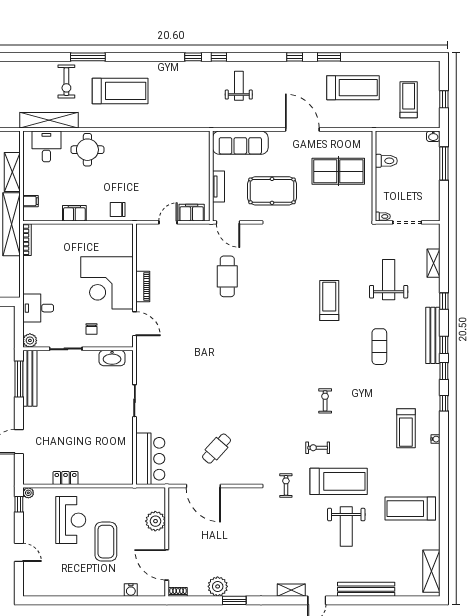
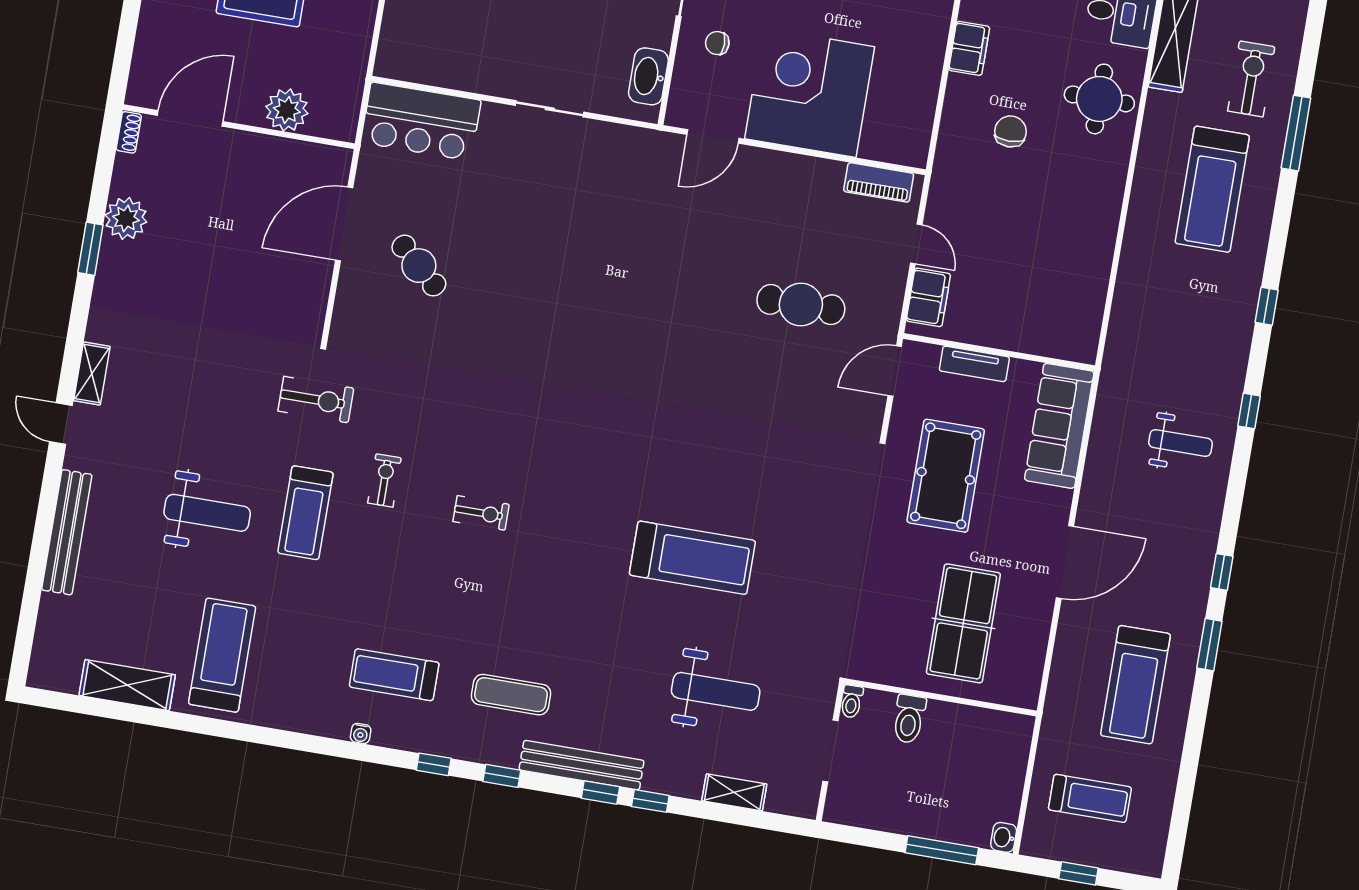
window: (193, 57) -> (1267, 306), moved
exercise bike: (66, 82) -> (1251, 79), turned 90
toilet: (386, 161) -> (909, 719), moved
chair: (118, 209) -> (1011, 131), moved
cafe table: (227, 276) -> (801, 305), moved
piano: (143, 286) -> (879, 182), moved
treadmill: (329, 301) -> (692, 558), width x1.37, depth x1.38
window: (444, 345) -> (600, 793), moved
exercise mat: (379, 347) -> (511, 695), moved
treadmill: (339, 481) -> (305, 513), width x0.73, depth x0.73
exercise bike: (286, 485) -> (316, 400), width x1.38, depth x1.39
weight bench: (346, 526) -> (207, 513), turned 180
shelving: (431, 571) -> (127, 685), moved
water cooler: (131, 590) -> (150, 33), removed

